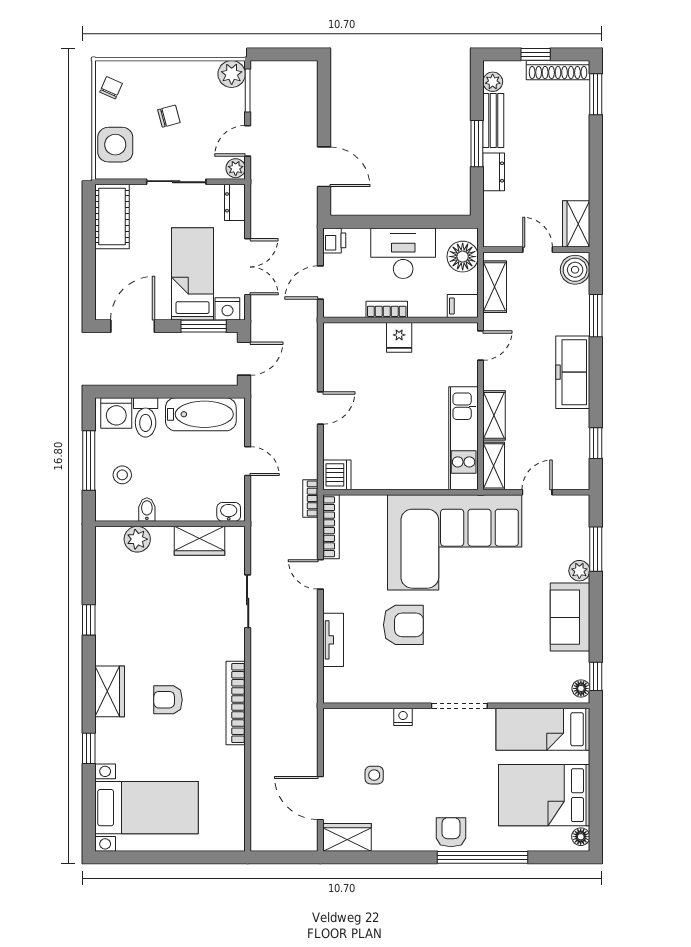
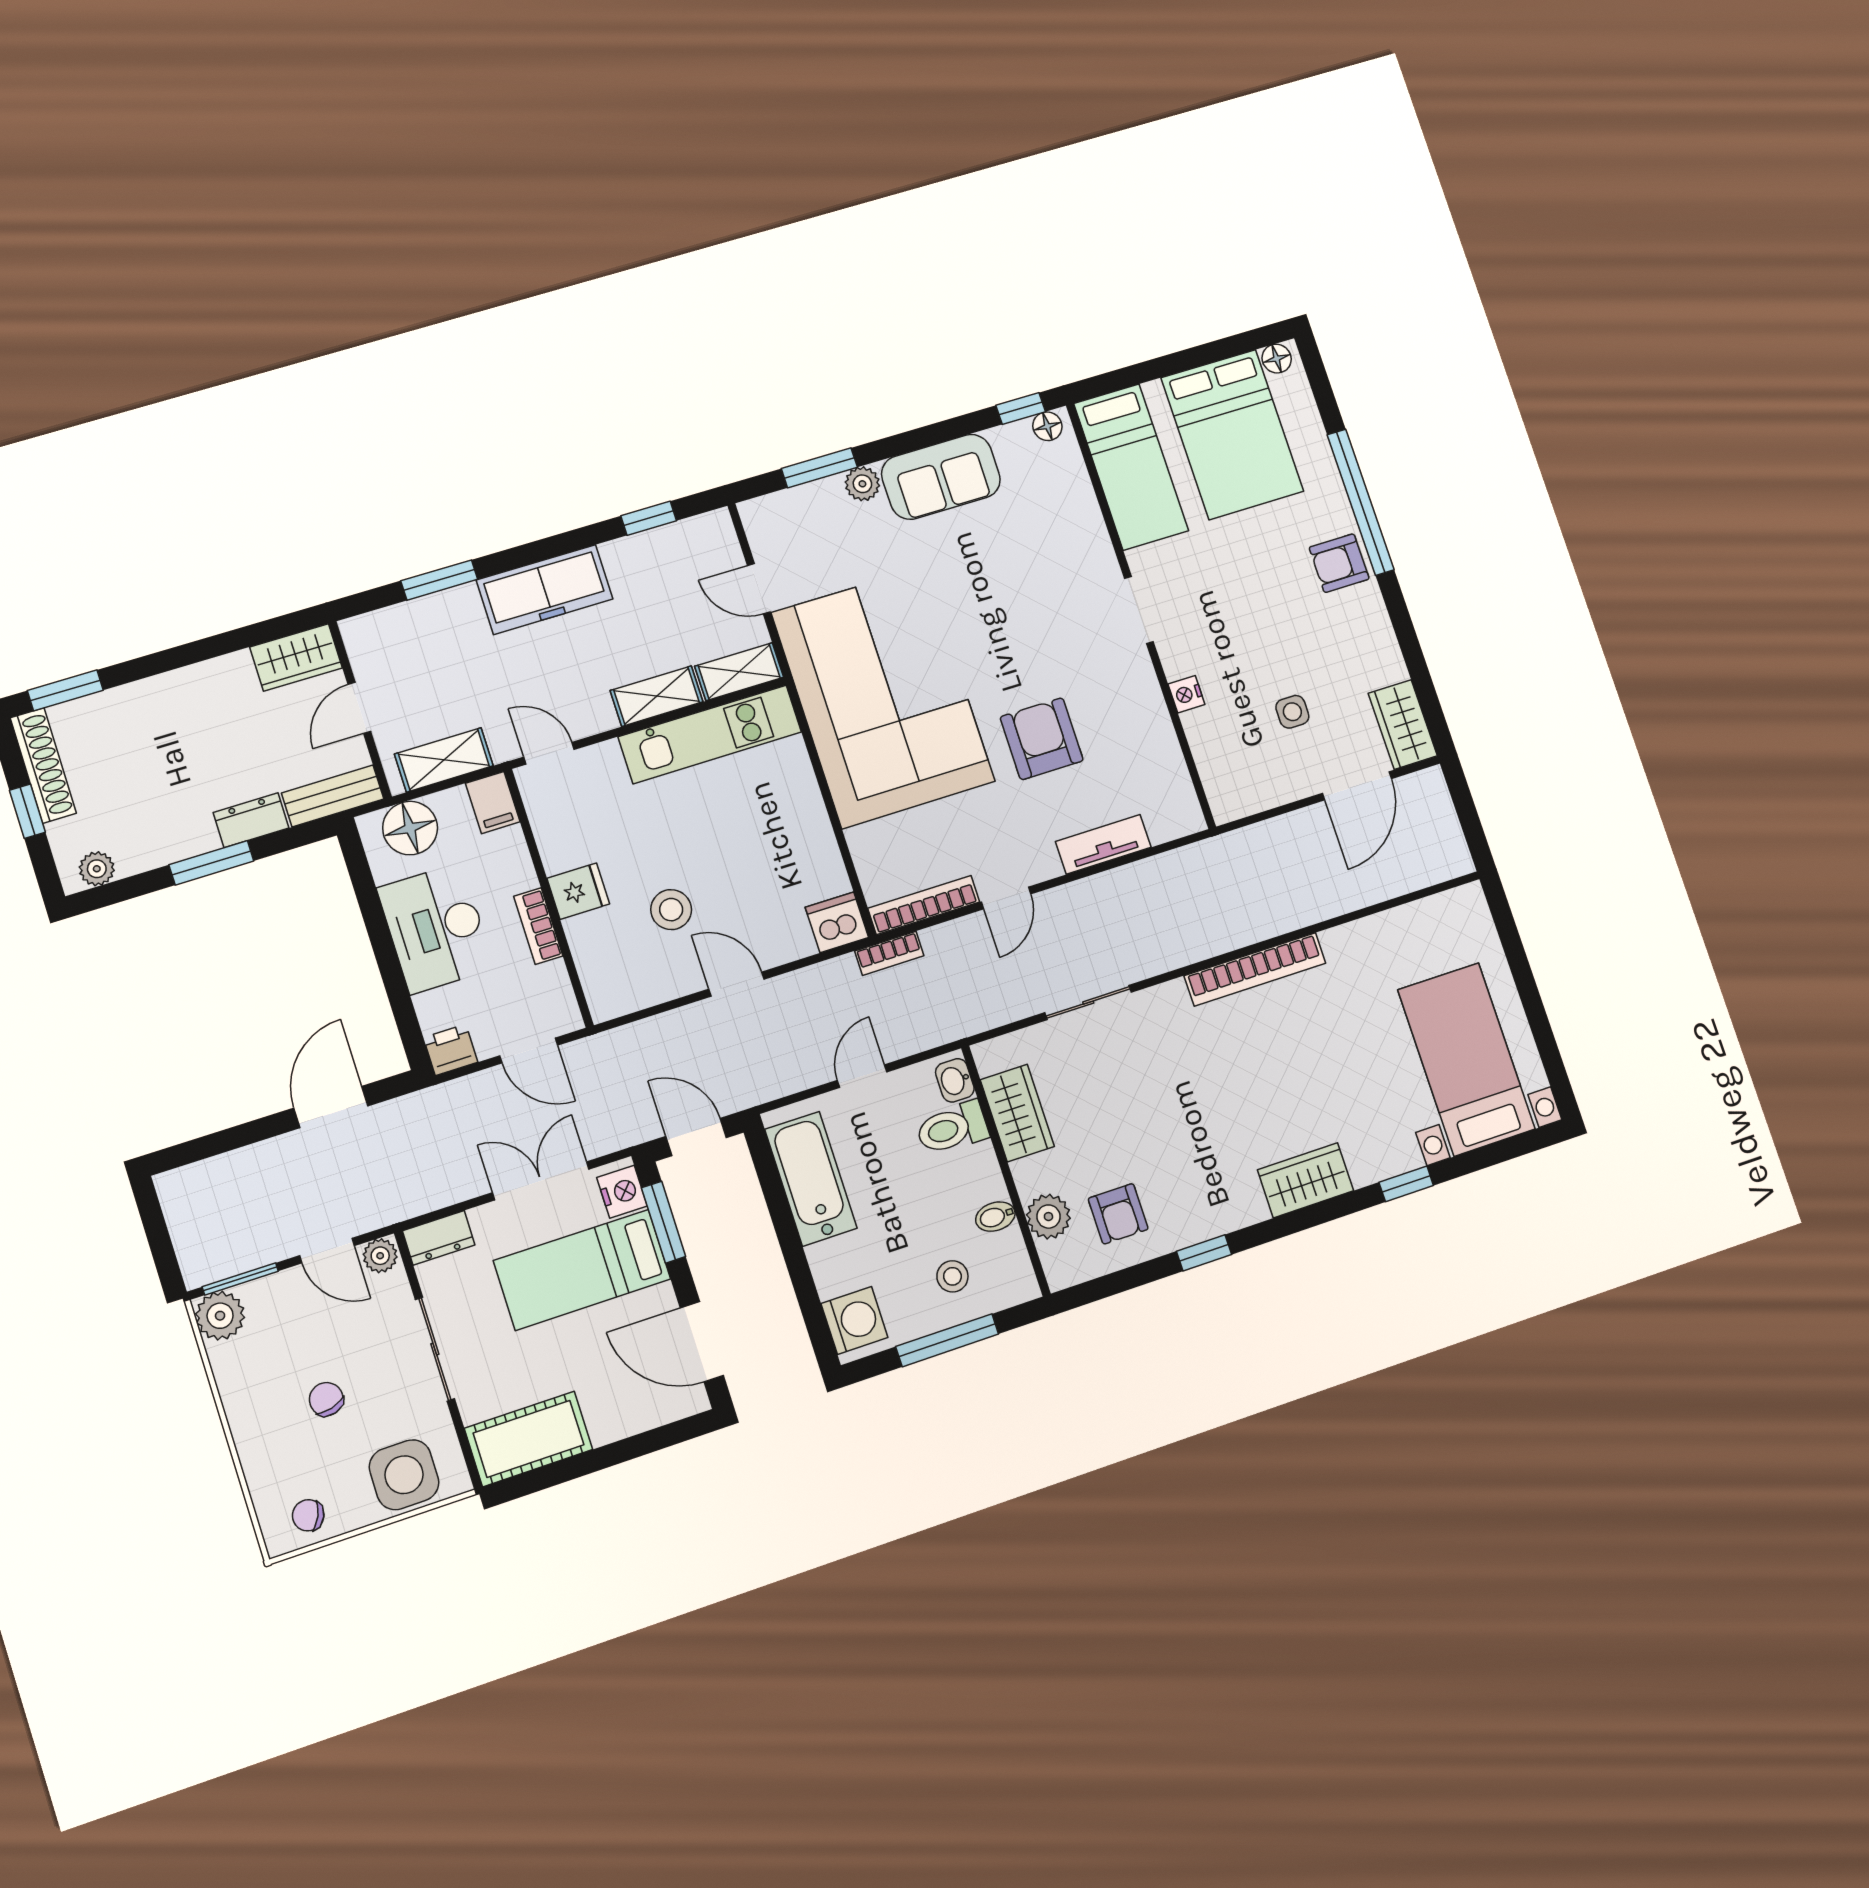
bench: (493, 121) -> (333, 796), moved
boiler: (575, 270) -> (374, 636), removed
stool: (373, 385) -> (671, 910), added
toilet: (146, 417) -> (952, 1128), moved, turned 180
armchair: (168, 700) -> (1118, 1214), moved
doorway: (459, 706) -> (1139, 610), width x0.73

